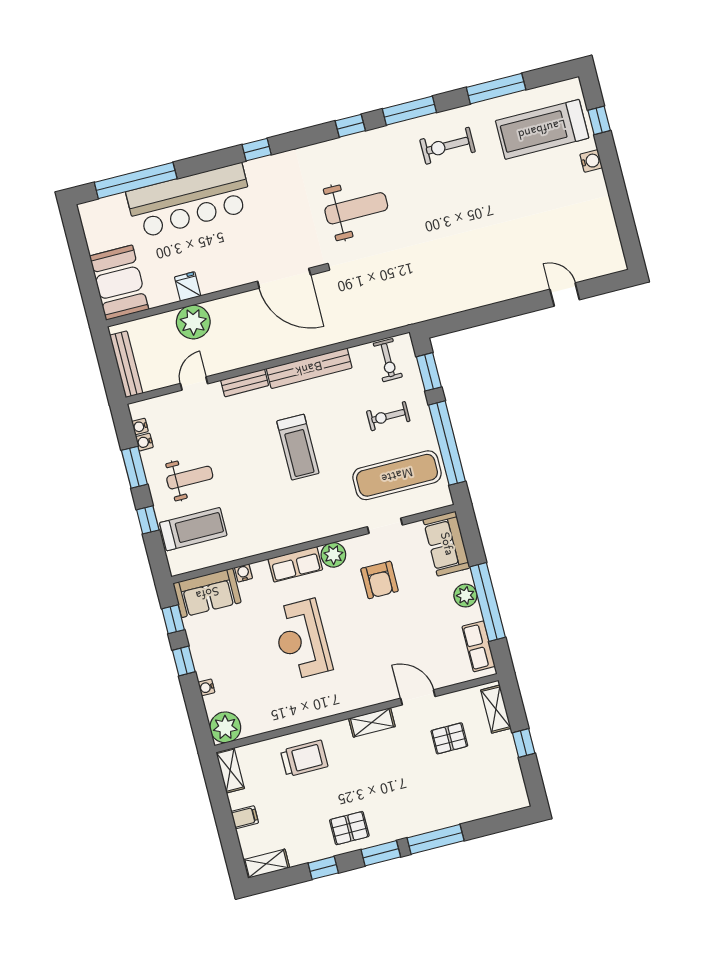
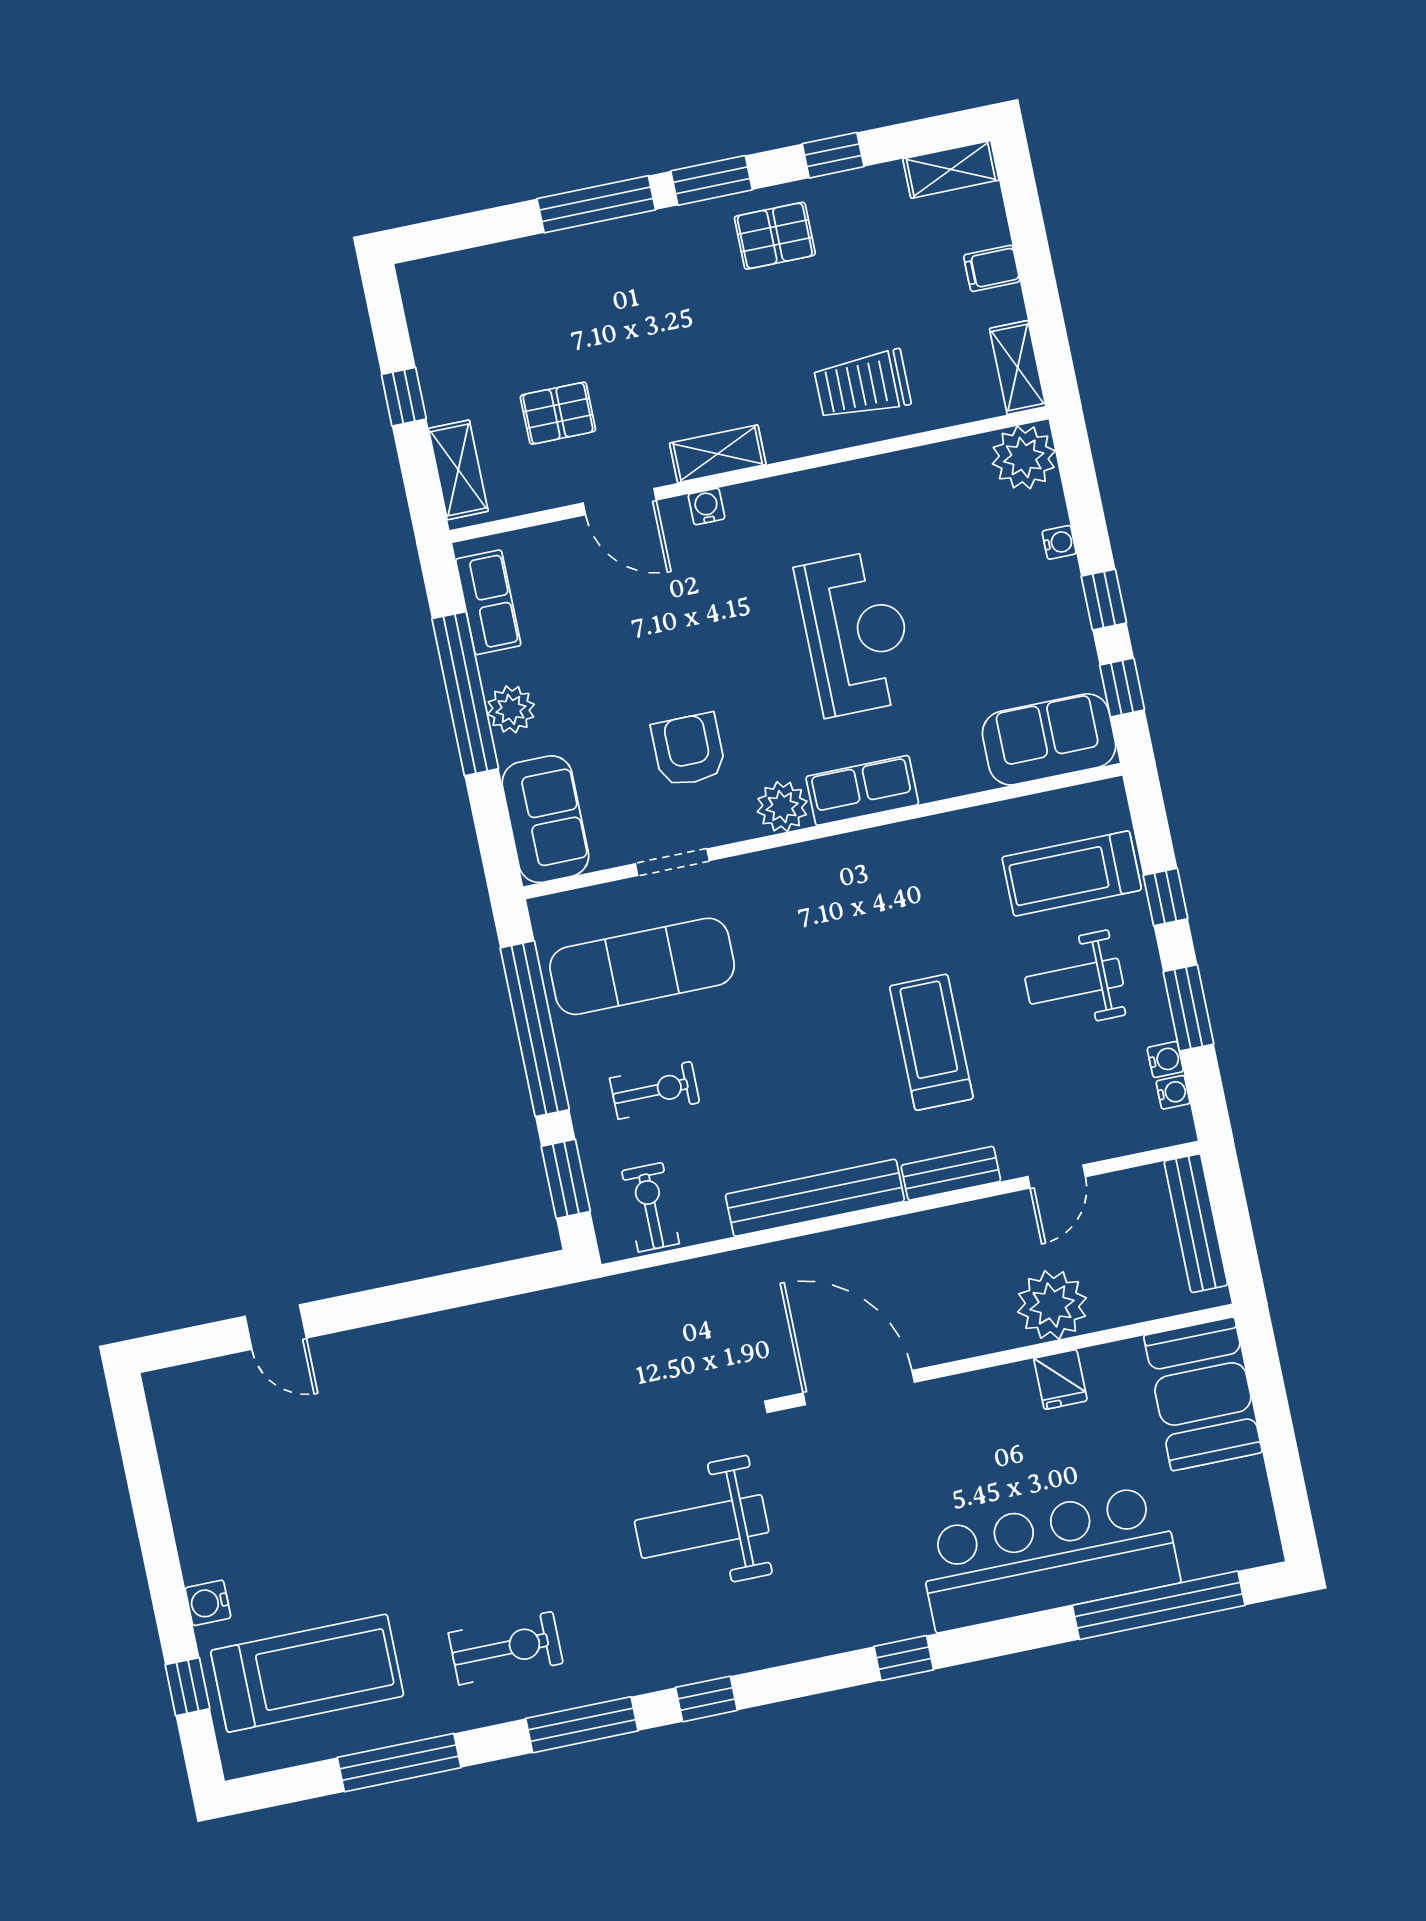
treadmill: (298, 447) -> (931, 1042), moved
water cooler: (243, 573) -> (706, 506), moved, turned 180

